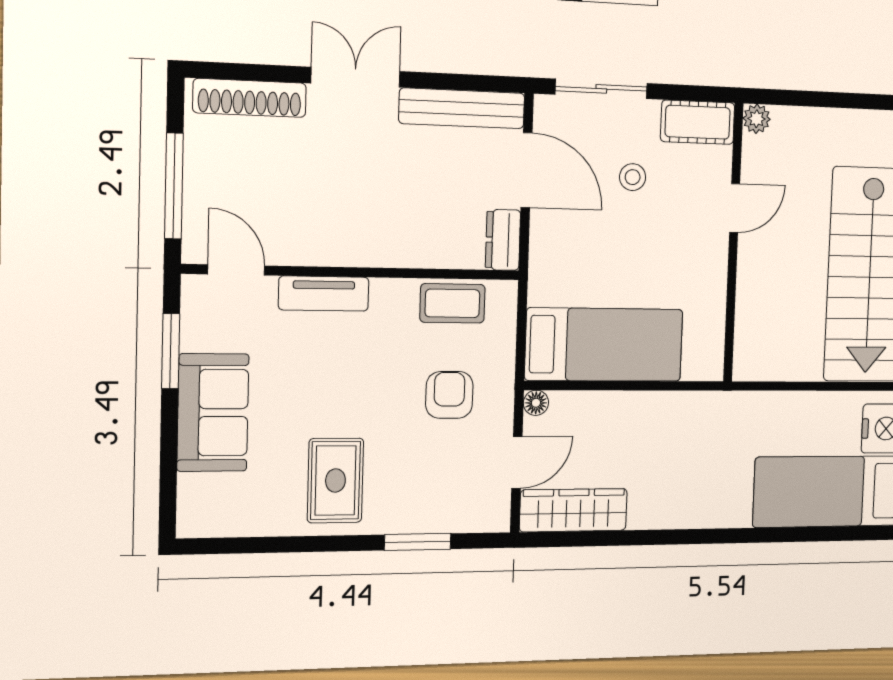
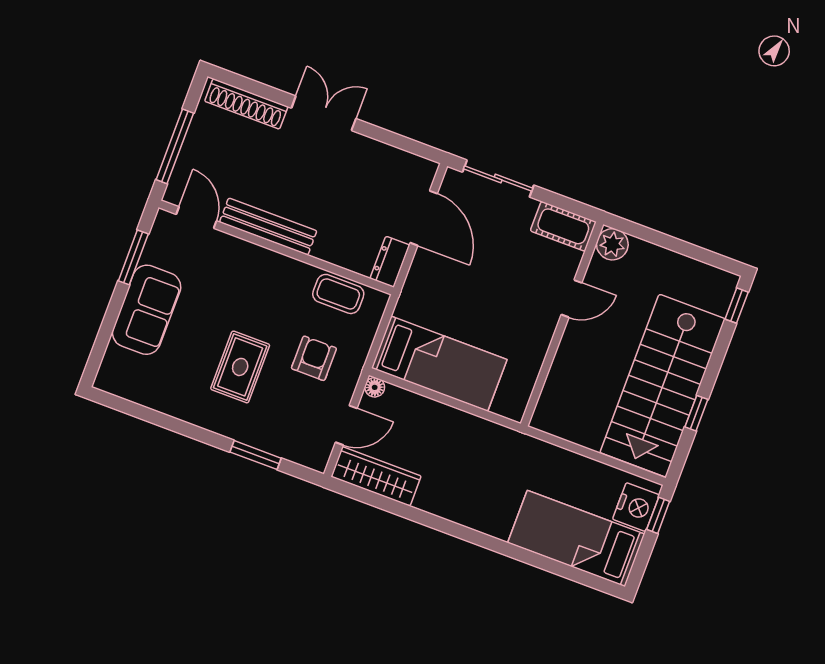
bench: (462, 108) -> (268, 226), moved
plant: (757, 119) -> (612, 244), width x1.38, depth x1.38
stool: (633, 177) -> (501, 250), removed
tv unit: (324, 294) -> (250, 255), removed
rug: (335, 481) -> (240, 367), moved

